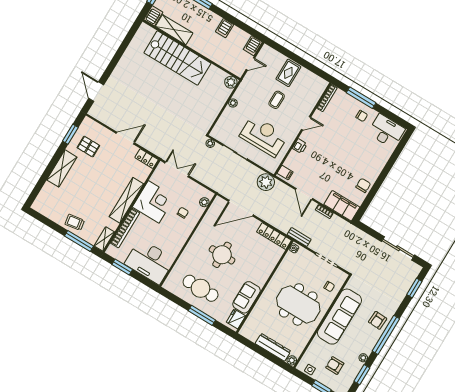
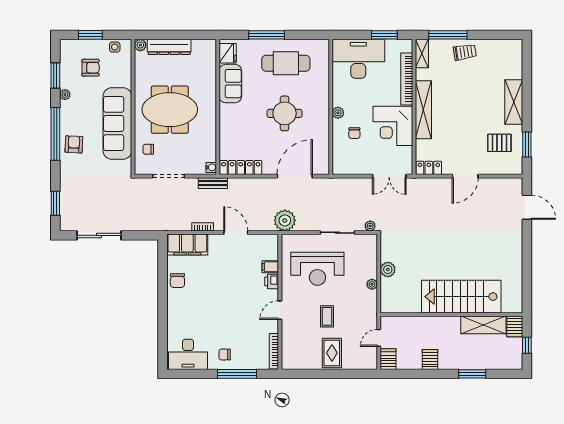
plant: (231, 82) -> (388, 270), moved
filing cabinet: (285, 173) -> (270, 267), moved
plant: (204, 202) -> (338, 113), moved

